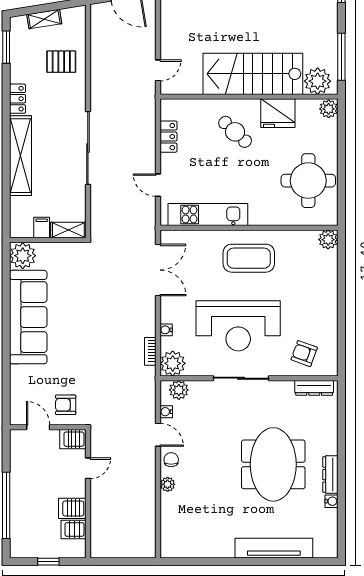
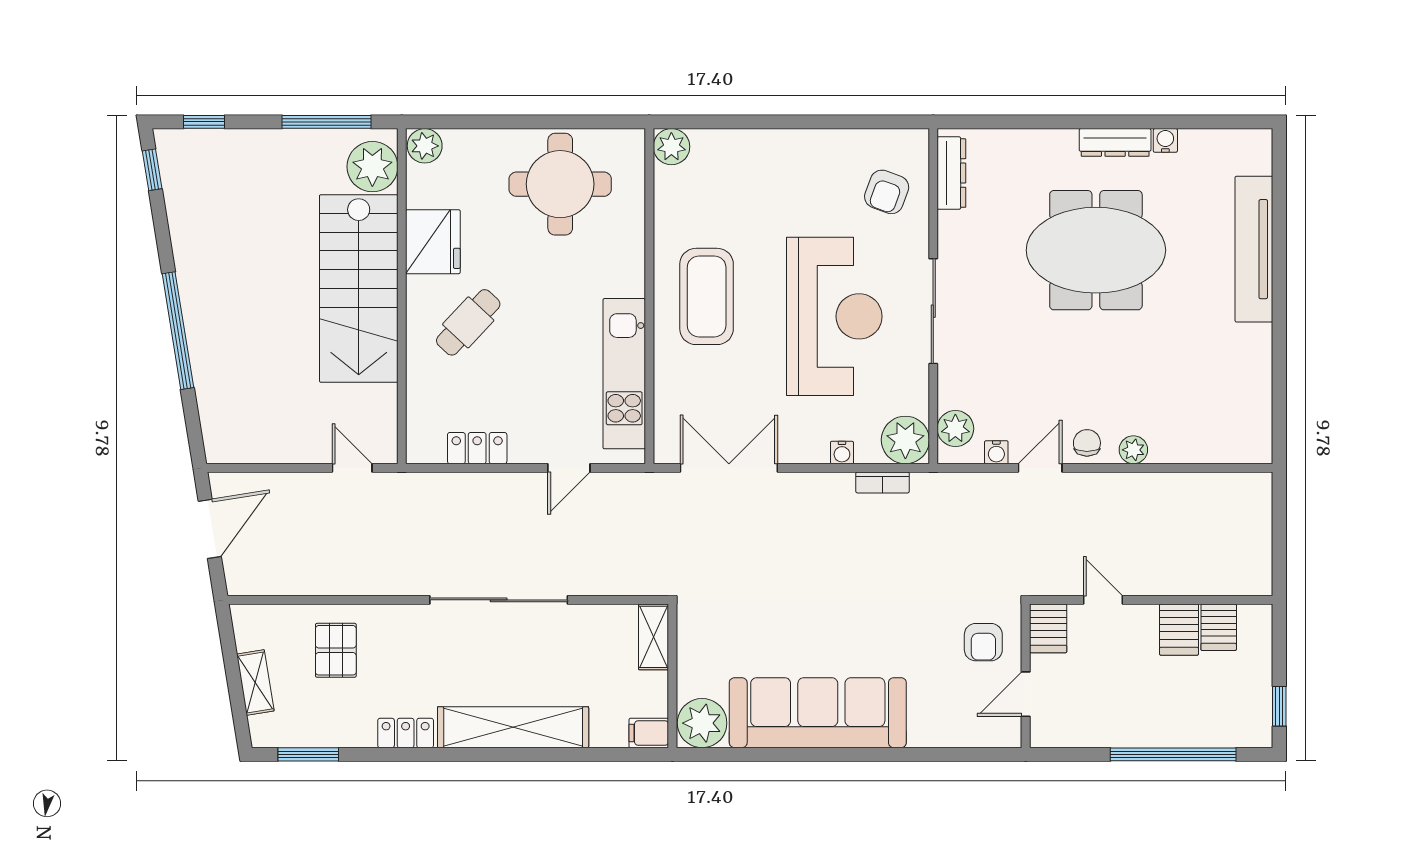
filing cabinet: (42, 228) -> (649, 733), moved
chair: (171, 460) -> (1087, 443), turned 90
window: (48, 562) -> (1279, 706), moved

